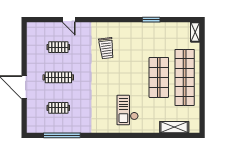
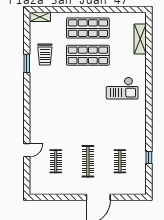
trolley: (106, 48) -> (45, 54), moved, turned 97
shop shelf: (185, 77) -> (88, 28), width x0.71
window: (62, 135) -> (149, 157), width x0.32

